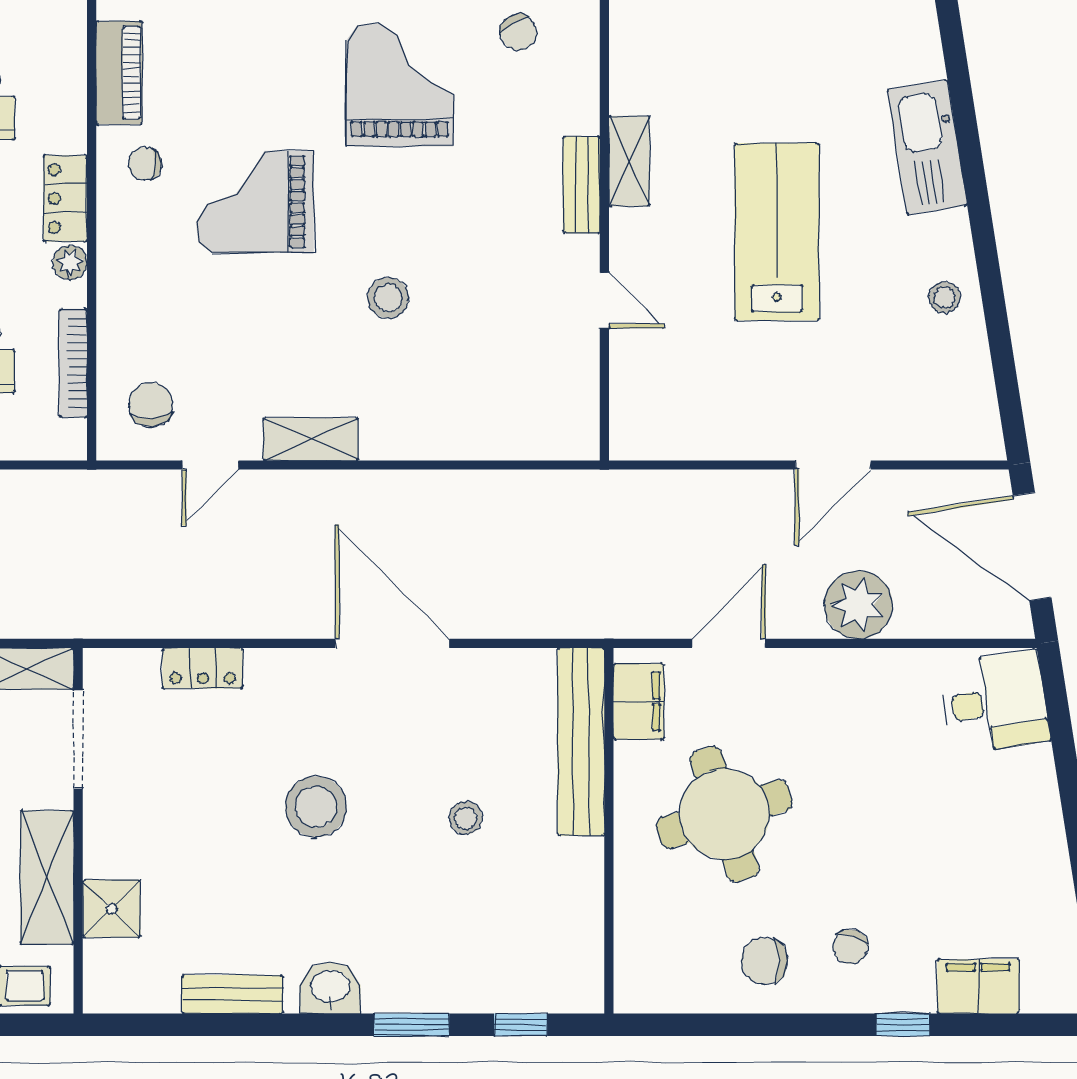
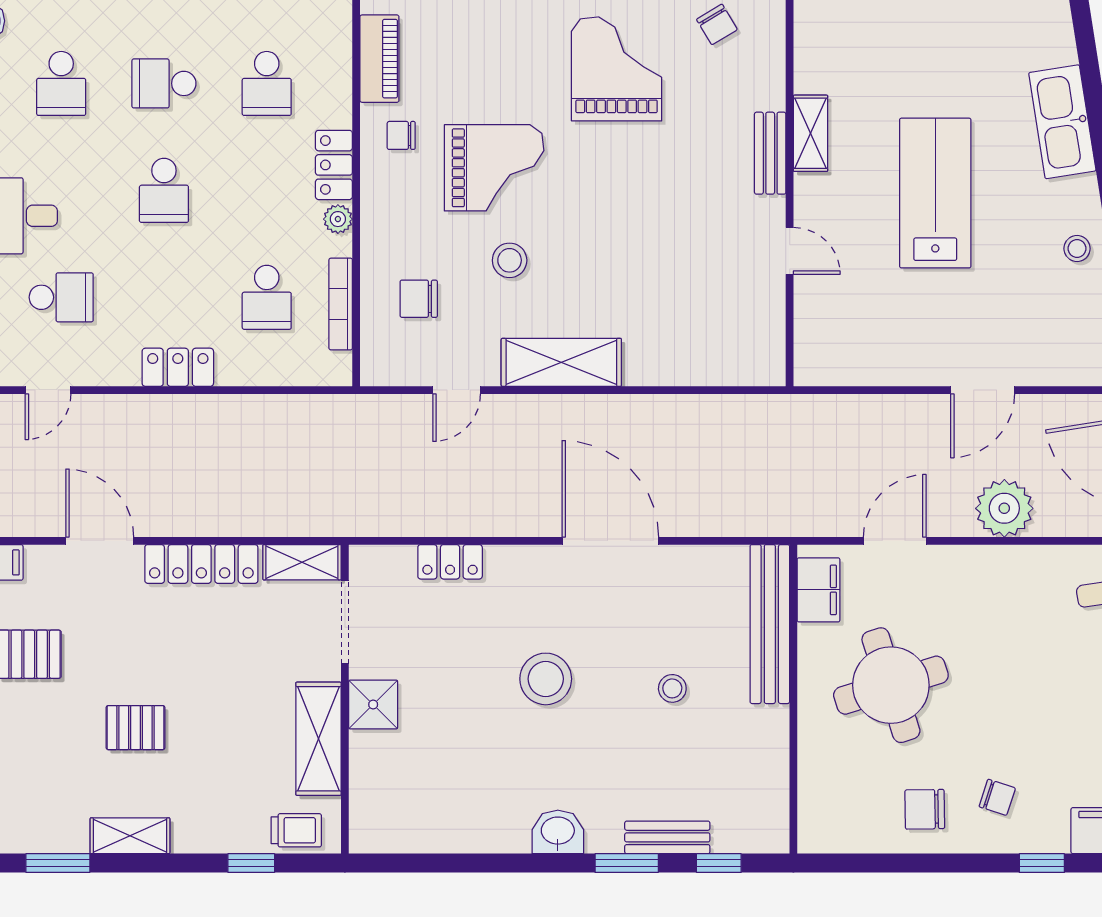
grand piano: (255, 202) -> (494, 168), turned 180
stool: (388, 298) -> (510, 260), moved
chair: (151, 405) -> (419, 299), moved, turned -85
shelving: (311, 439) -> (561, 362), width x1.50, depth x1.33
shower: (112, 909) -> (373, 704), moved
chair: (850, 947) -> (997, 797), turned -90
bench: (232, 994) -> (667, 837), moved

